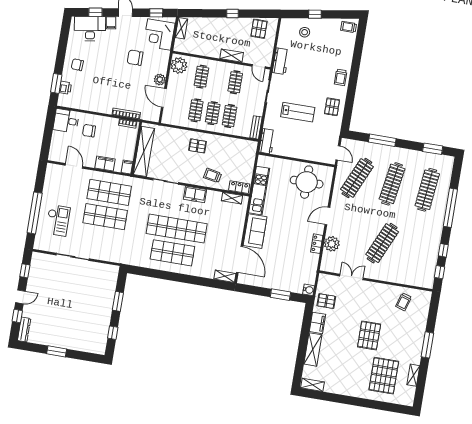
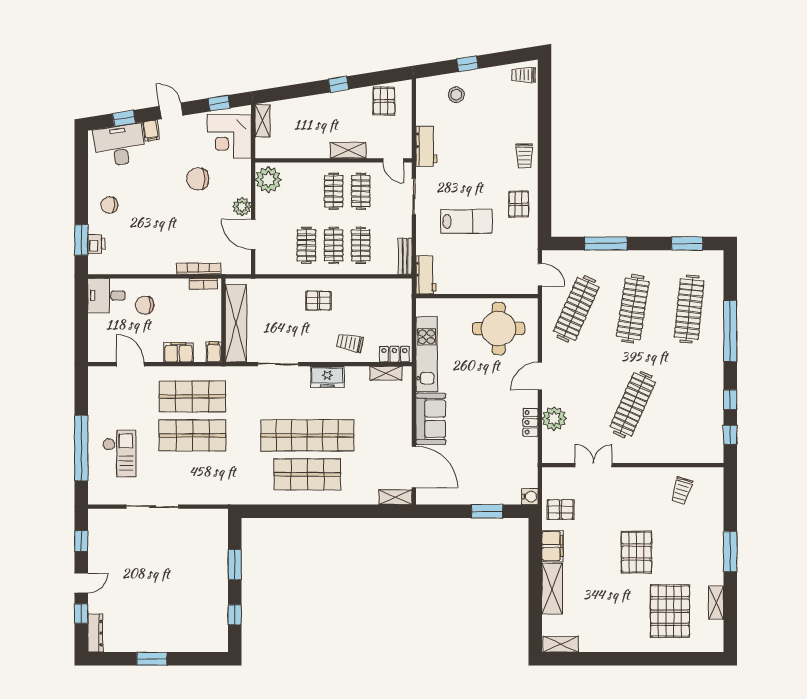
clothes rail: (201, 77) -> (334, 191), moved

